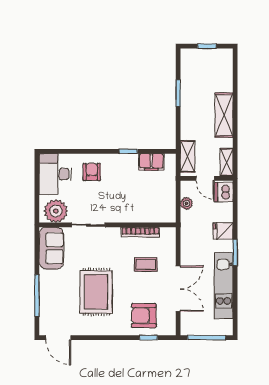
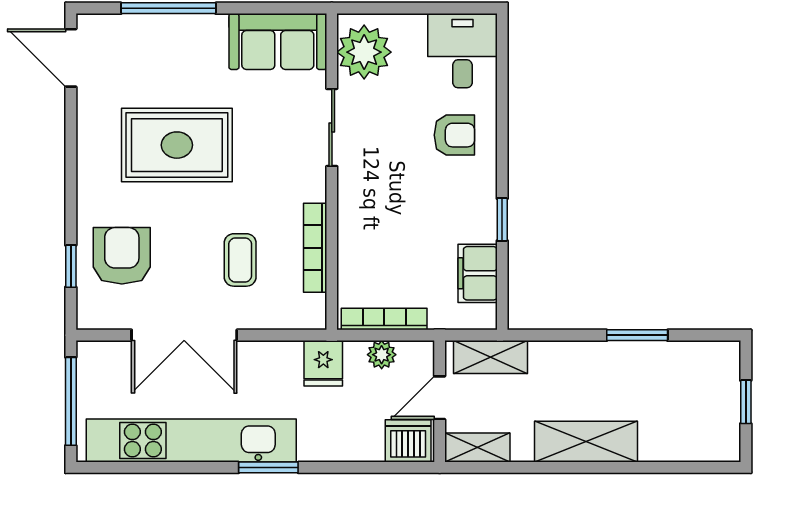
desk: (55, 174) -> (462, 51), width x0.73
bookcase: (171, 202) -> (384, 319), added
fridge: (223, 231) -> (323, 363), moved, turned 180
kitchen unit: (224, 286) -> (191, 441), width x1.36
door: (58, 338) -> (71, 58), hinge flipped

